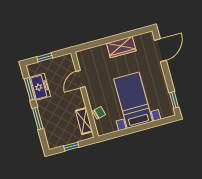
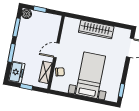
wardrobe: (121, 47) -> (96, 29), width x1.50
boiler: (33, 69) -> (26, 14), added
door: (80, 79) -> (56, 50), moved
freezer: (40, 87) -> (17, 72), moved

